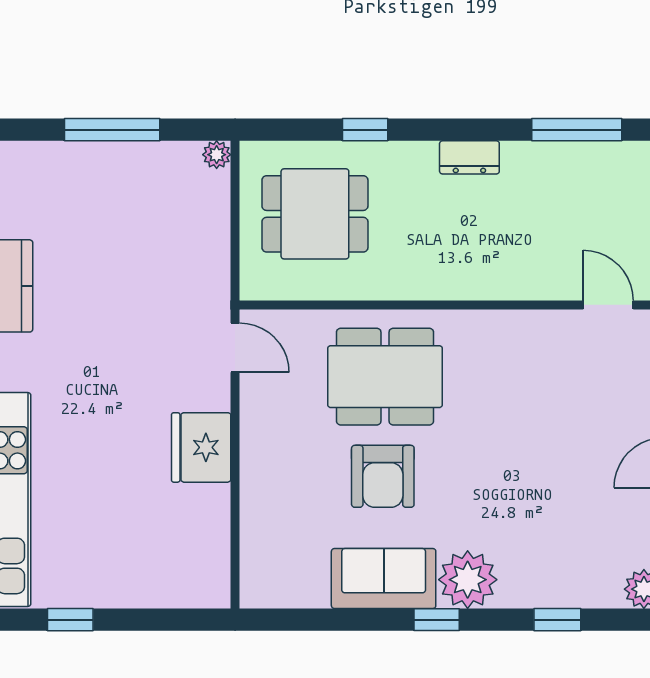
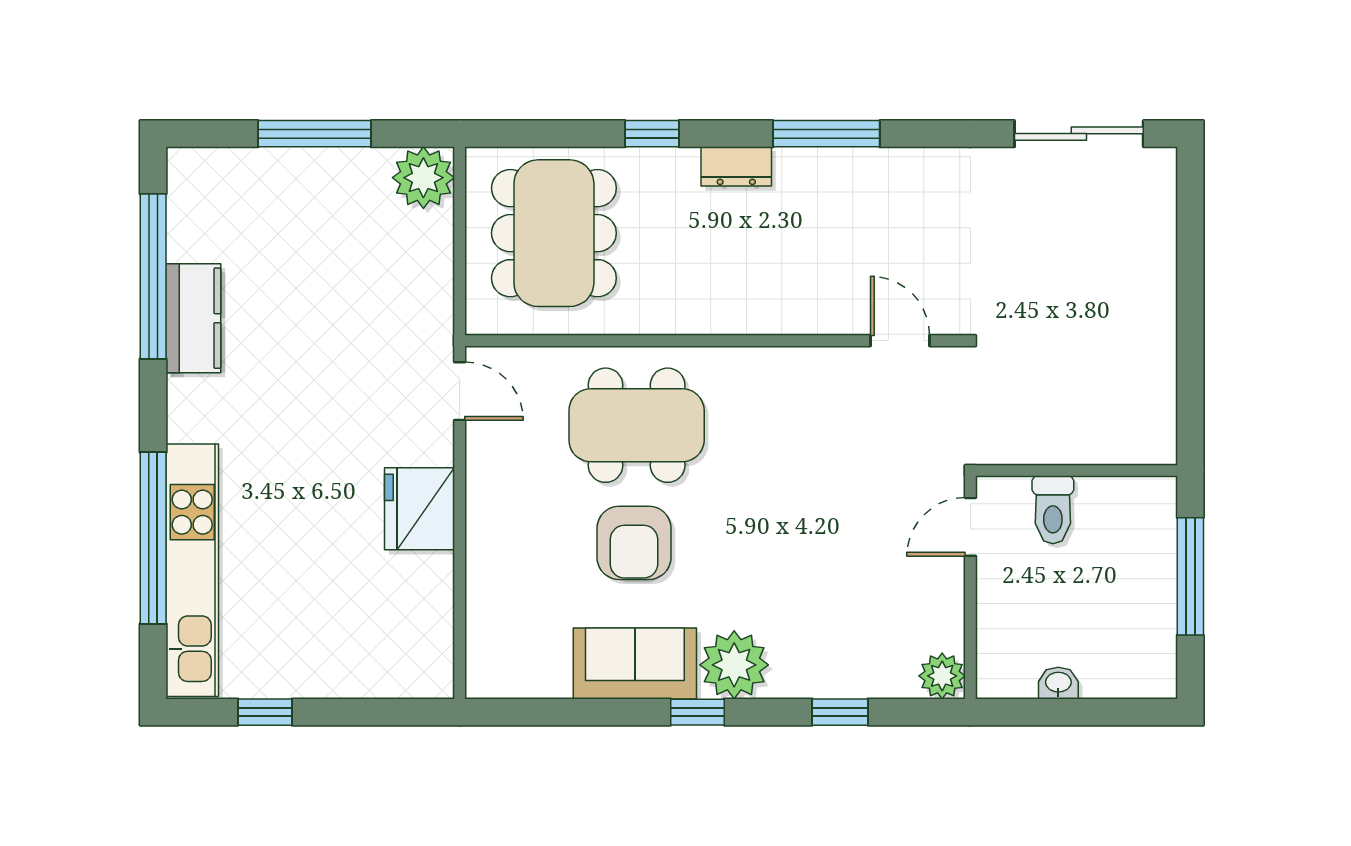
window: (365, 130) -> (652, 134), moved
window: (577, 130) -> (826, 134), moved
plant: (217, 155) -> (423, 178), width x1.87, depth x1.87
dining table: (315, 214) -> (554, 233), width x1.38

